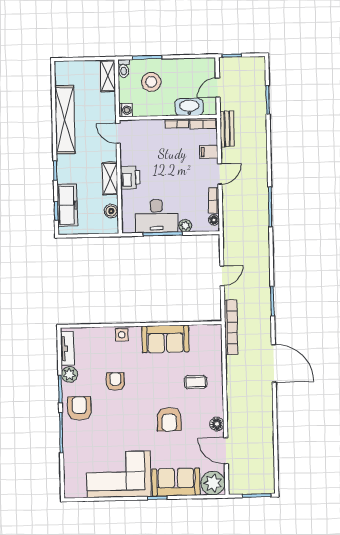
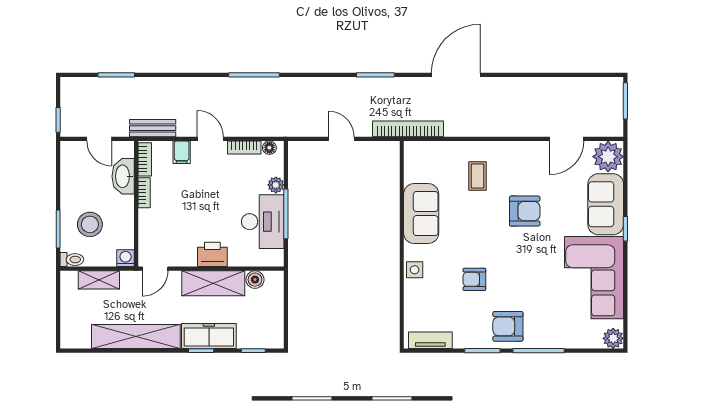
shelving: (108, 76) -> (99, 280), moved
shelving: (110, 179) -> (213, 283), width x1.50, depth x1.33
freezer: (67, 205) -> (209, 336), moved
plant: (69, 374) -> (613, 338), moved
floor lamp: (217, 424) -> (532, 150), removed

